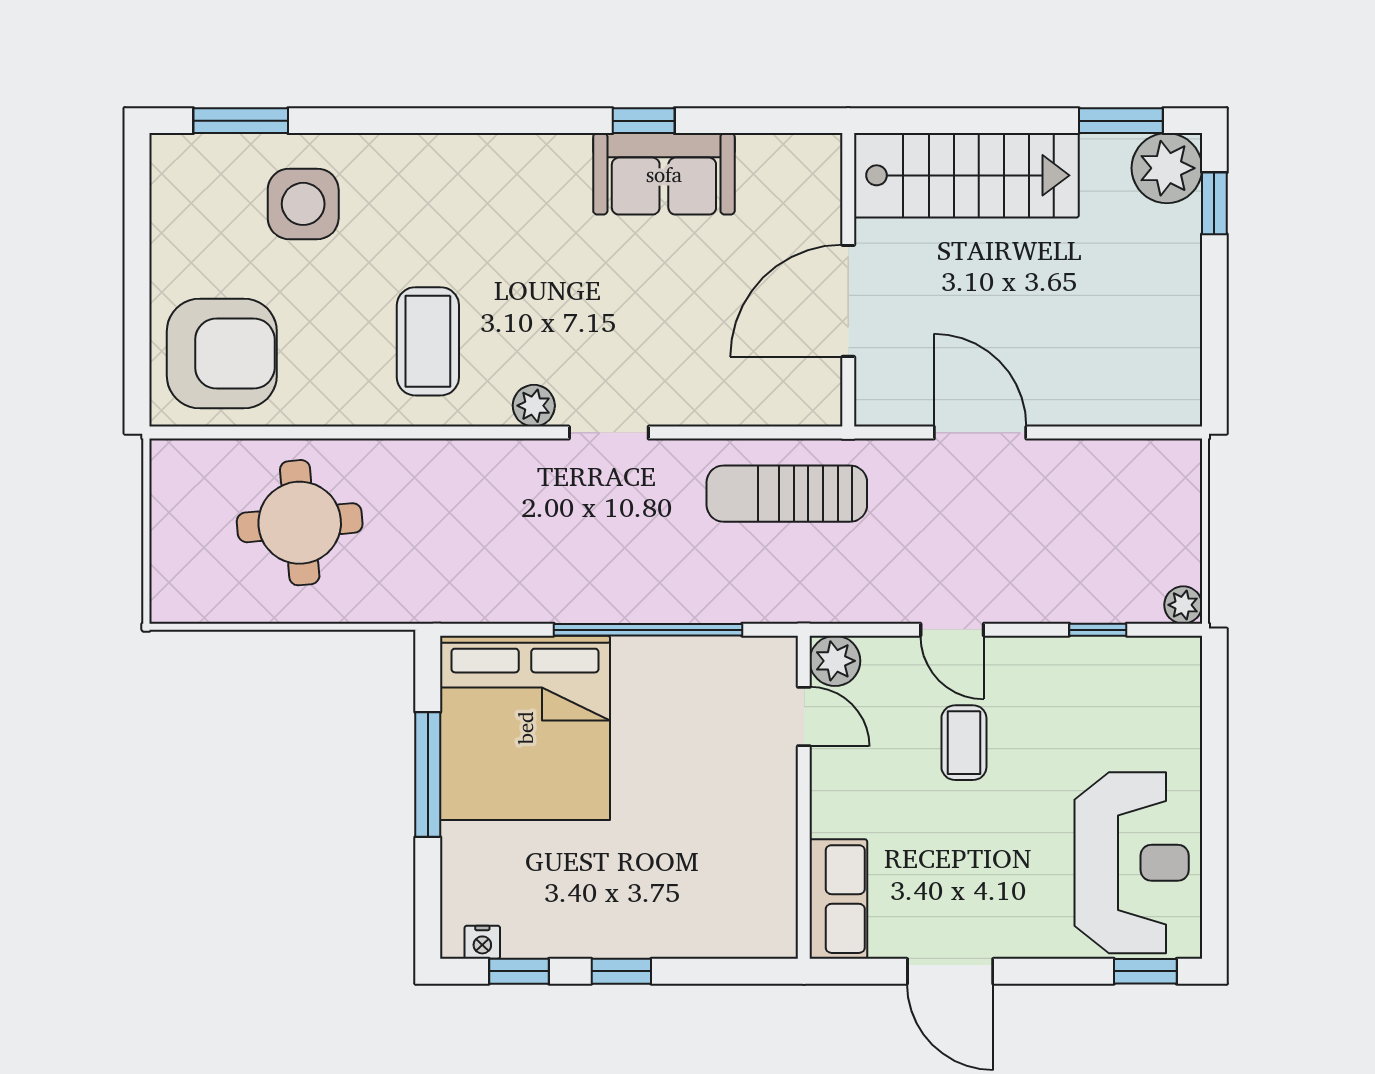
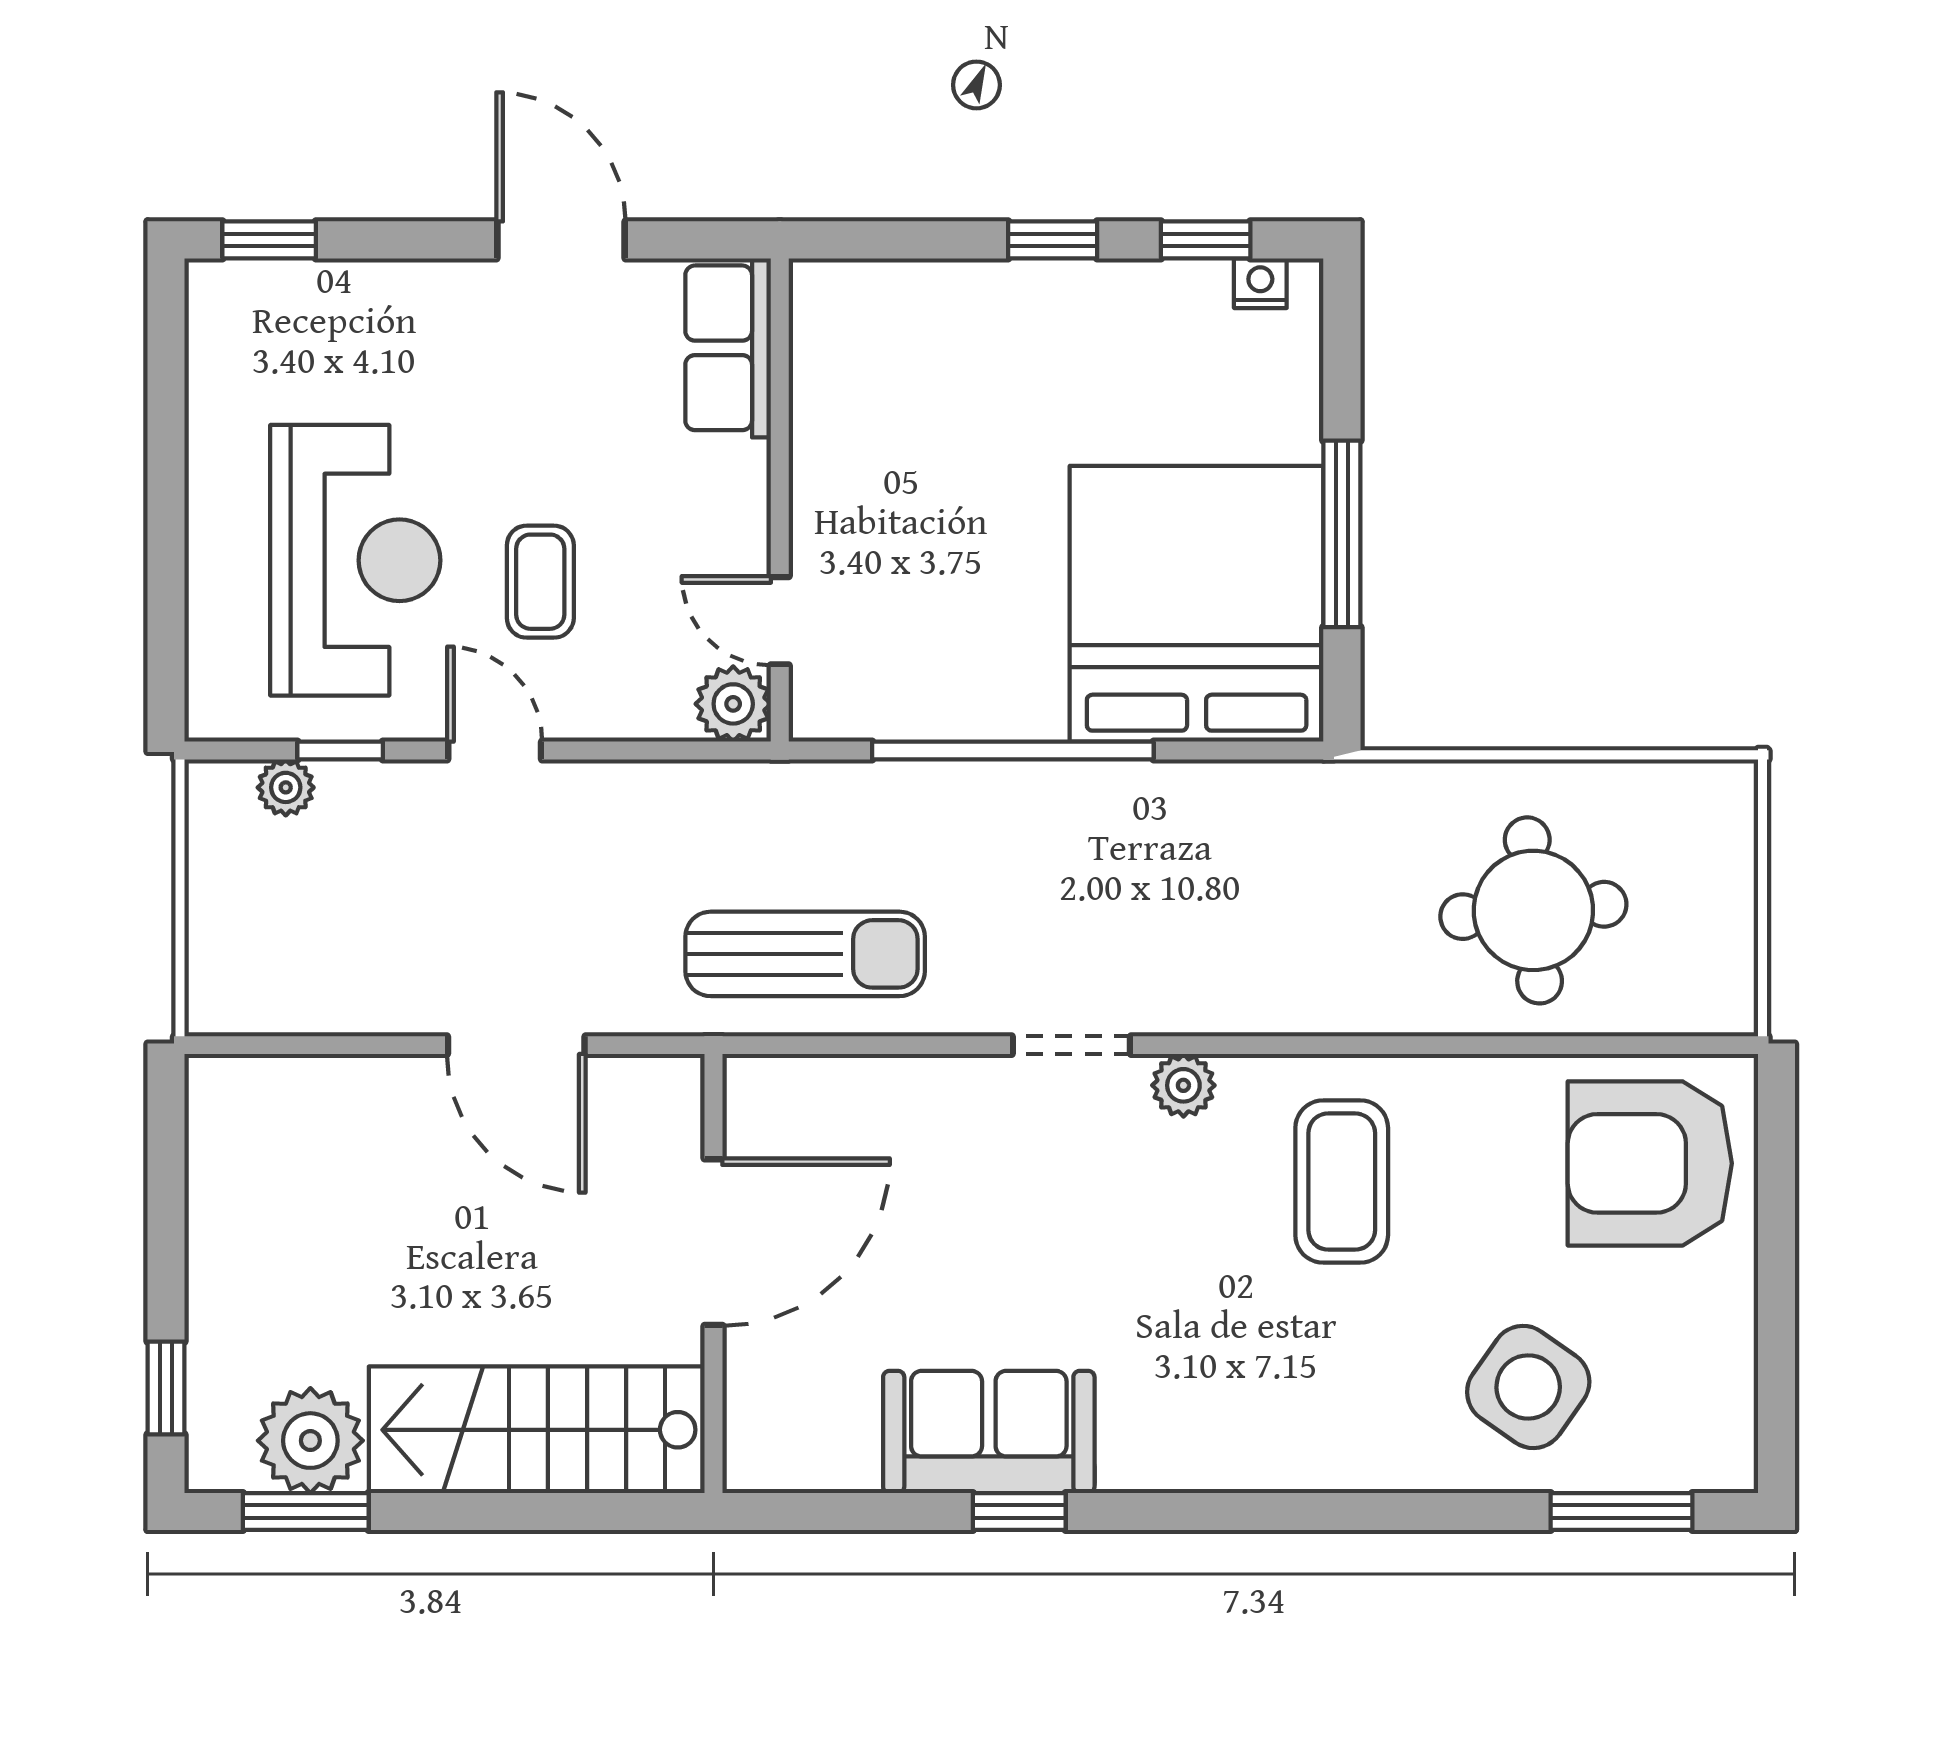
plant: (1167, 168) -> (310, 1441), moved
side table: (303, 204) -> (1528, 1387), turned 35
plant: (1183, 605) -> (286, 787), moved
door: (952, 630) -> (495, 750), moved
reception desk: (1132, 863) -> (355, 560), moved, turned 180

